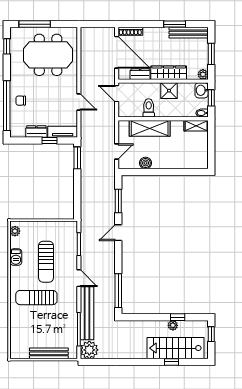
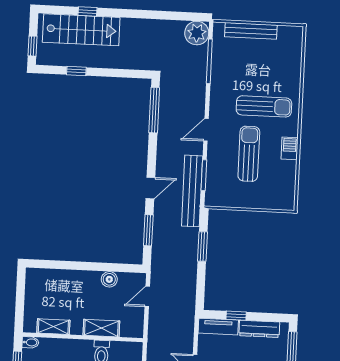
shelving: (196, 126) -> (53, 327), moved
shelving: (150, 128) -> (101, 328), width x0.67, depth x0.75
dresser: (36, 132) -> (259, 329), width x1.44
window: (77, 158) -> (202, 246), moved
plant: (15, 231) -> (288, 197), removed
barbecue: (16, 257) -> (290, 148), moved
door: (79, 278) -> (206, 130), hinge flipped
bench: (87, 313) -> (192, 191), moved
plant: (173, 325) -> (83, 60), removed

